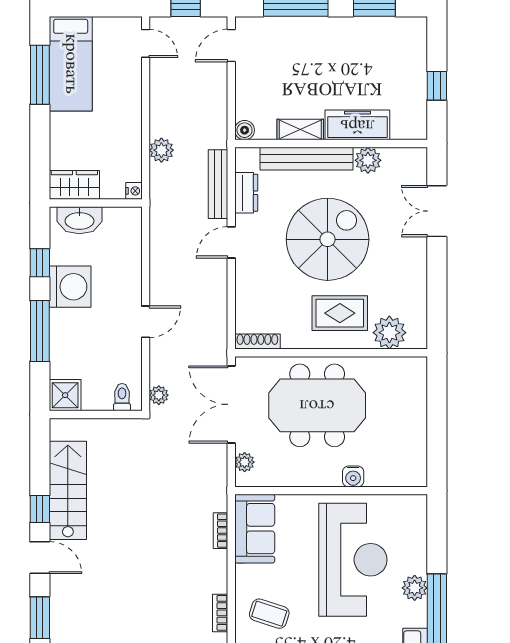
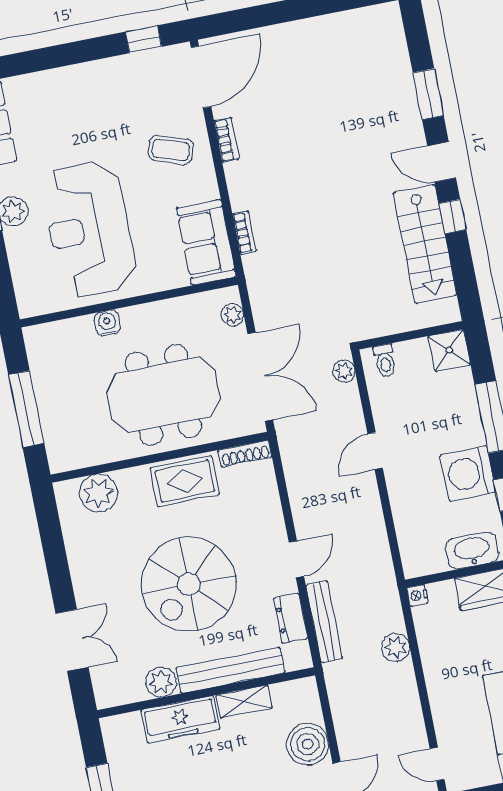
boiler: (245, 130) -> (308, 744), moved, width x1.86, depth x1.86
rug: (340, 313) -> (185, 481), moved
window: (437, 417) -> (26, 409), added

